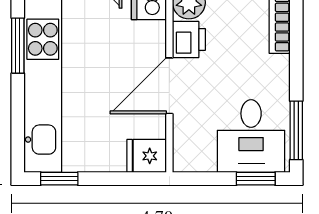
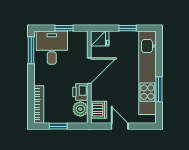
window: (59, 179) -> (128, 28), moved
window: (256, 179) -> (64, 28), moved

